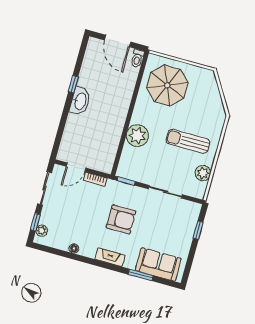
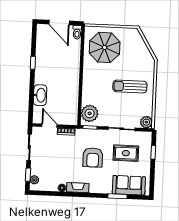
washbasin: (80, 101) -> (40, 95), moved
plant: (137, 136) -> (90, 113), moved
door: (76, 167) -> (49, 126), swing flipped
plant: (203, 173) -> (146, 122), moved
armchair: (121, 219) -> (93, 157), turned 90
rug: (164, 223) -> (126, 153), added
fireplace: (110, 257) -> (78, 188), moved

